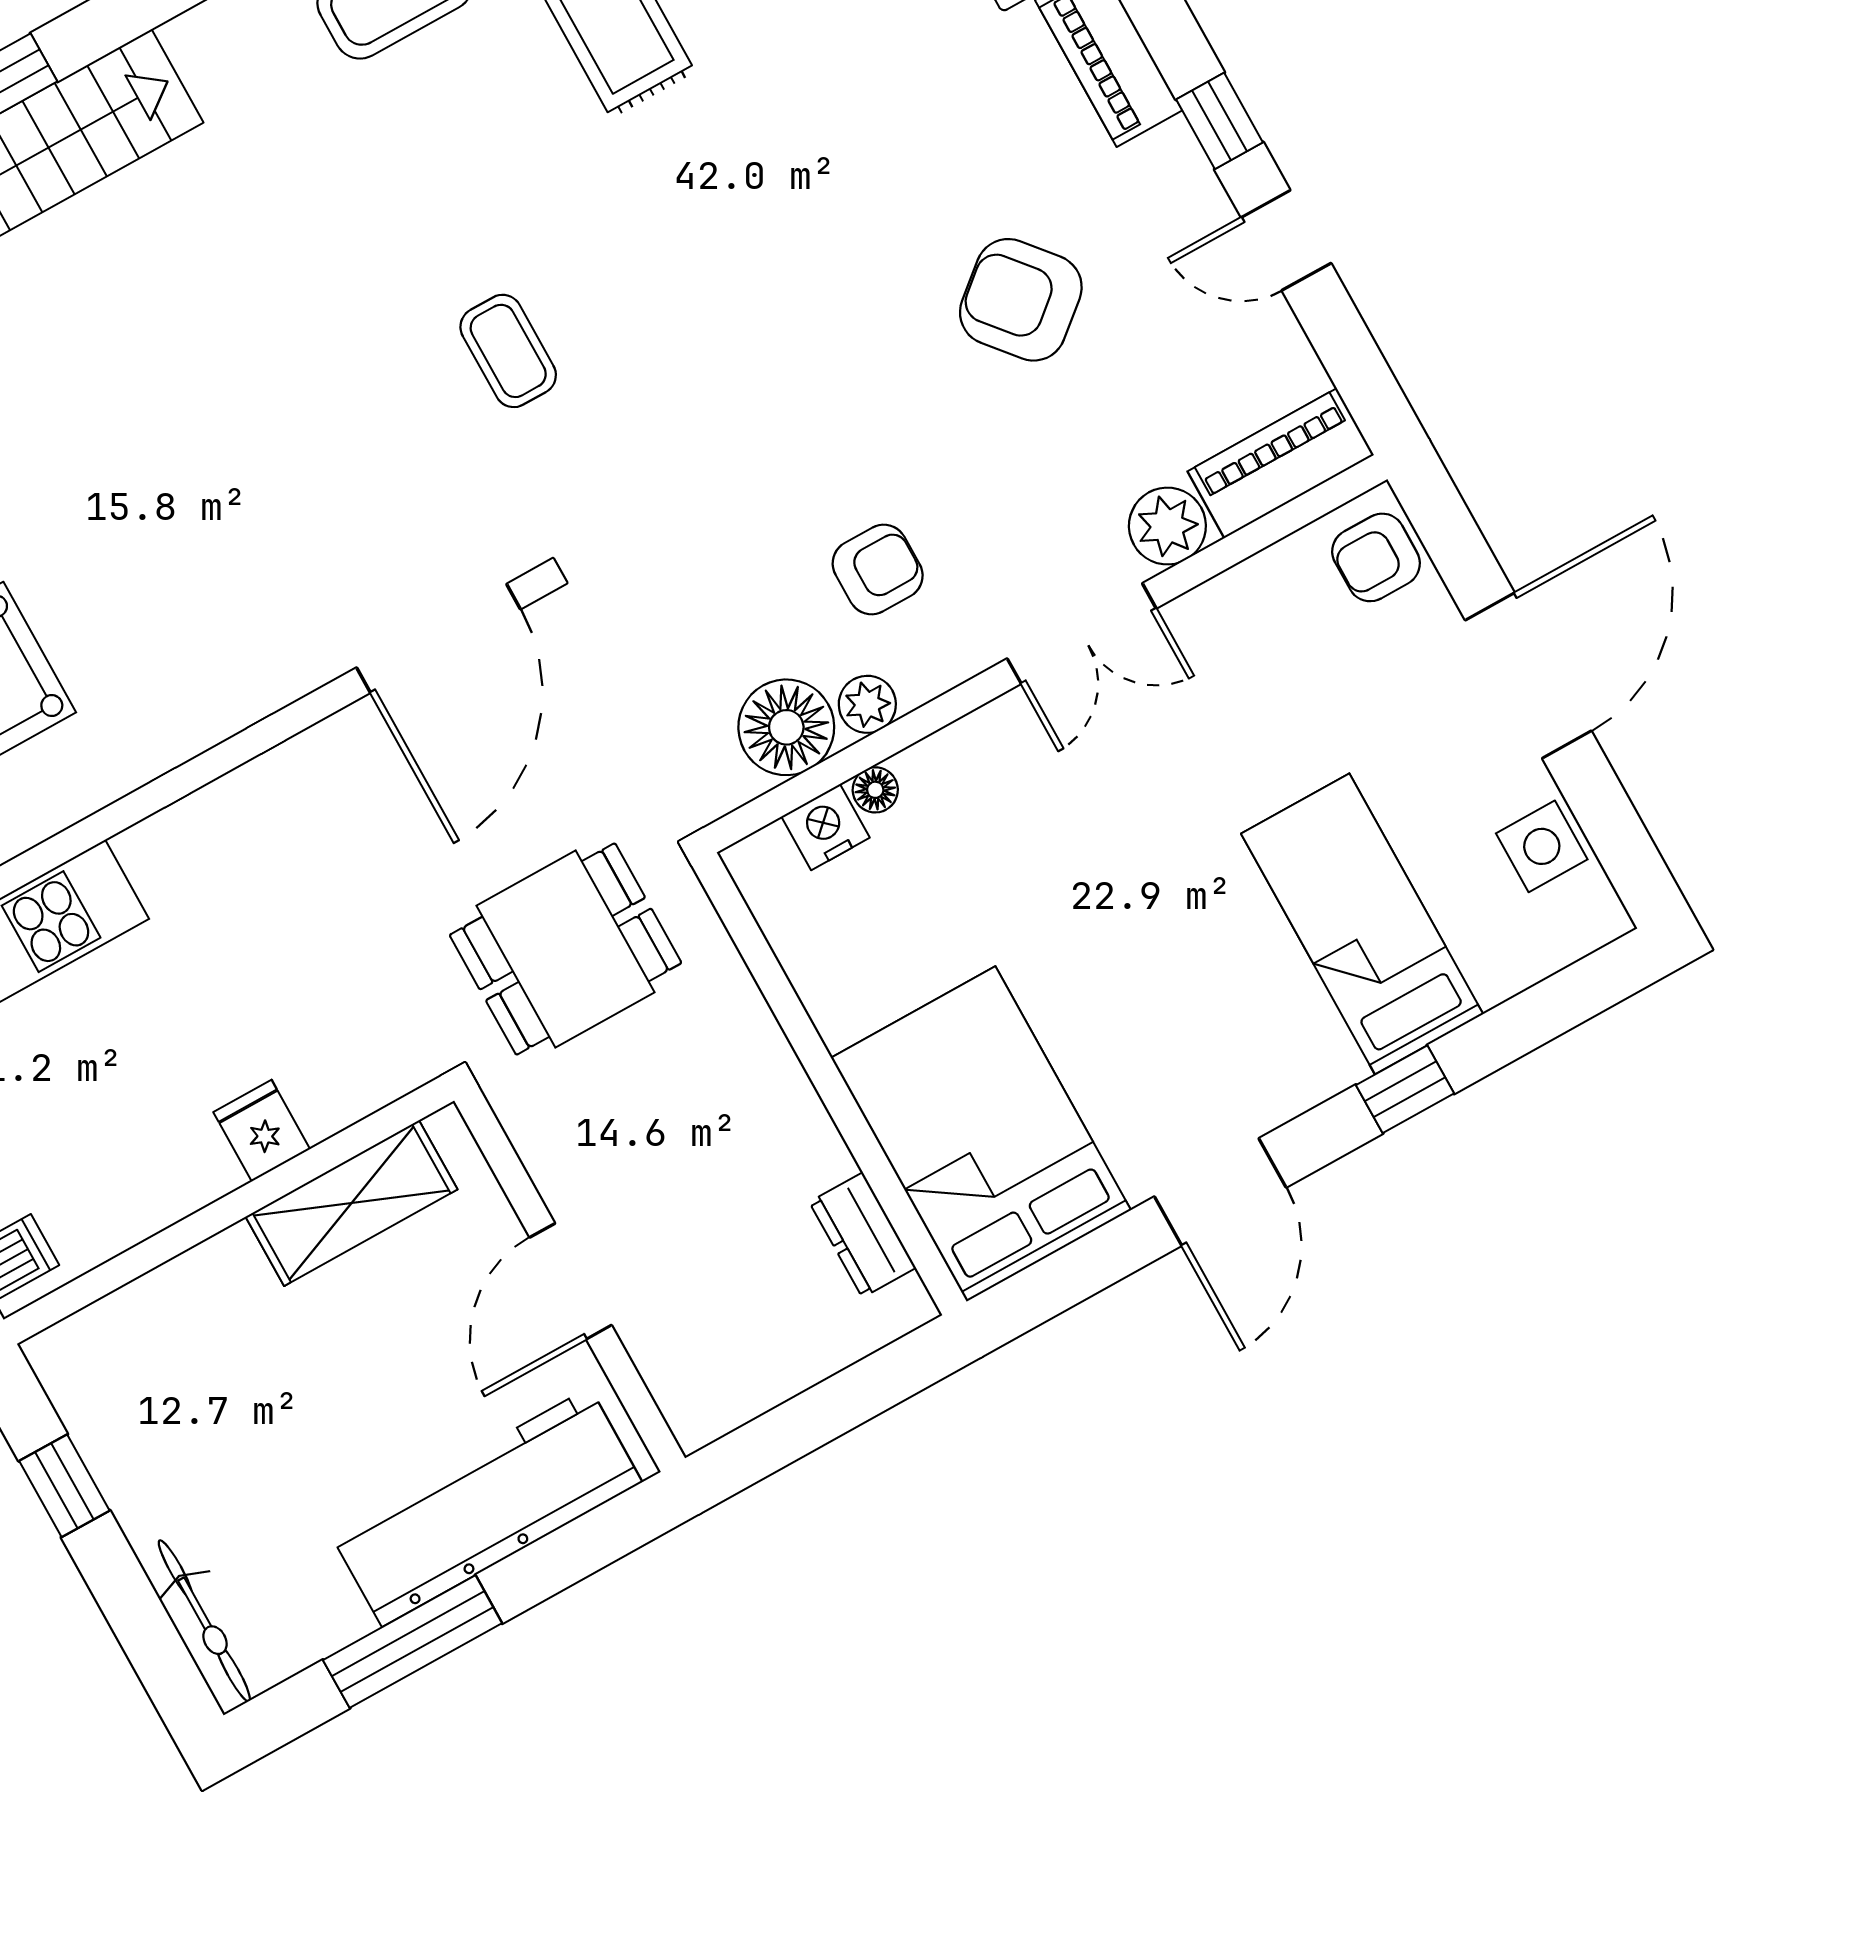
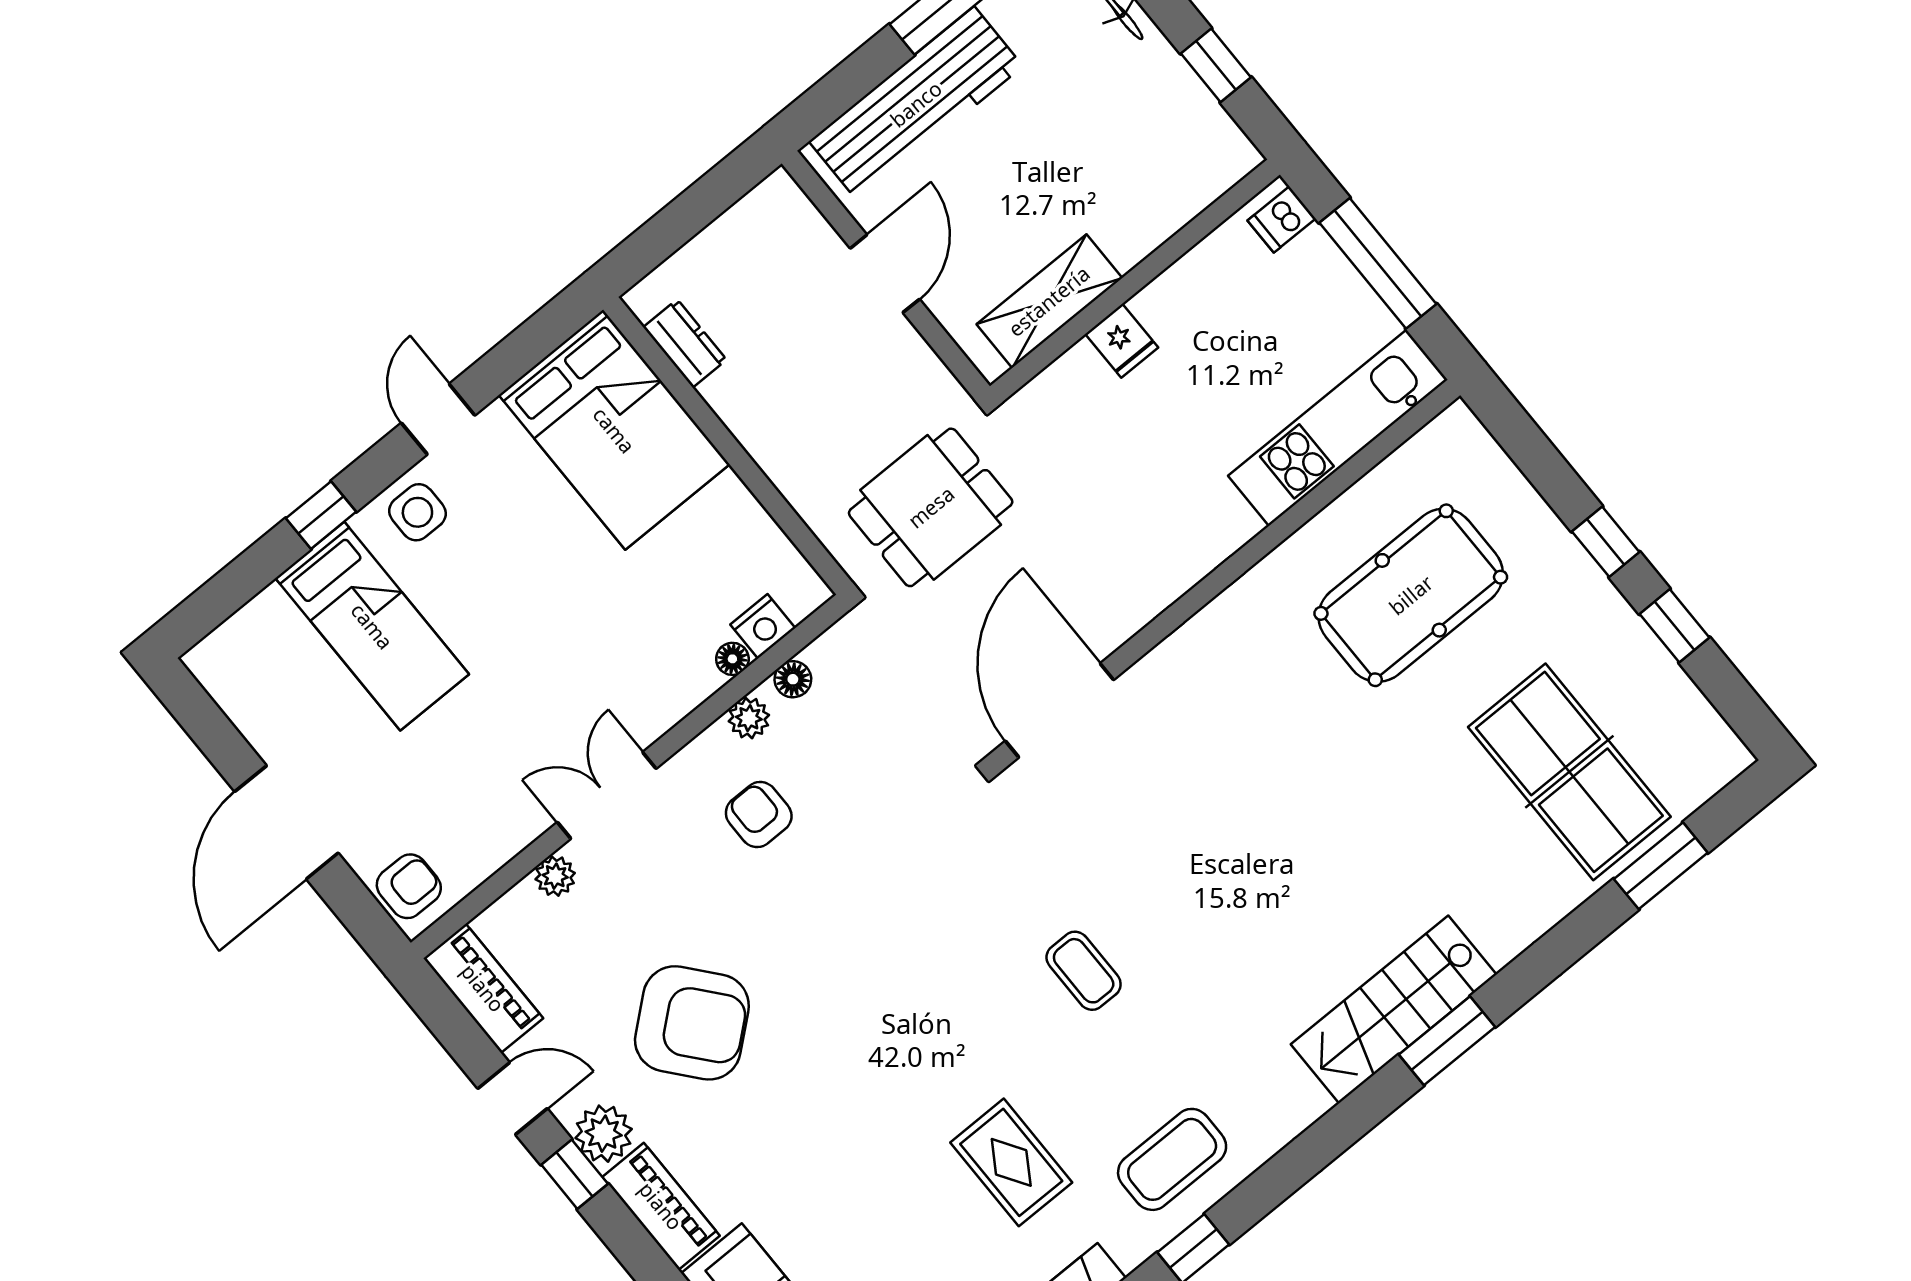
plant: (1170, 170) -> (604, 1134), added
armchair: (1021, 300) -> (692, 1023), width x1.36, depth x1.36
coffee table: (508, 351) -> (1084, 971), moved
piano: (1281, 463) -> (483, 988), moved, turned -90
plant: (1167, 526) -> (555, 876), width x0.73, depth x0.73
armchair: (878, 569) -> (759, 815), turned 90
floor lamp: (786, 727) -> (793, 679), width x0.53, depth x0.53
side table: (1542, 846) -> (417, 512), moved
door: (1220, 1192) -> (438, 419), width x0.73

